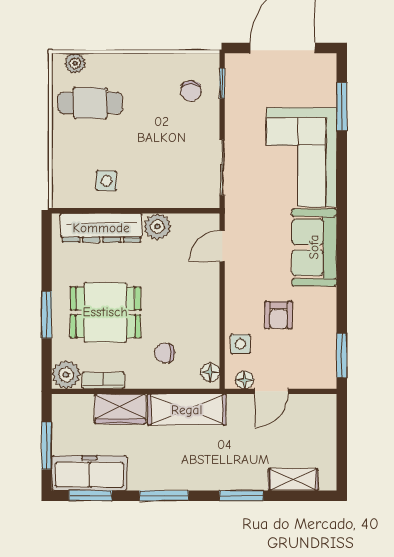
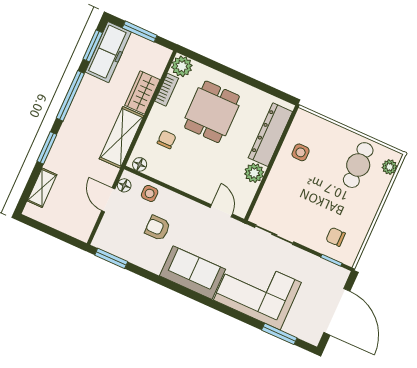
window: (47, 315) -> (228, 71), removed
window: (164, 496) -> (70, 96), width x1.44

